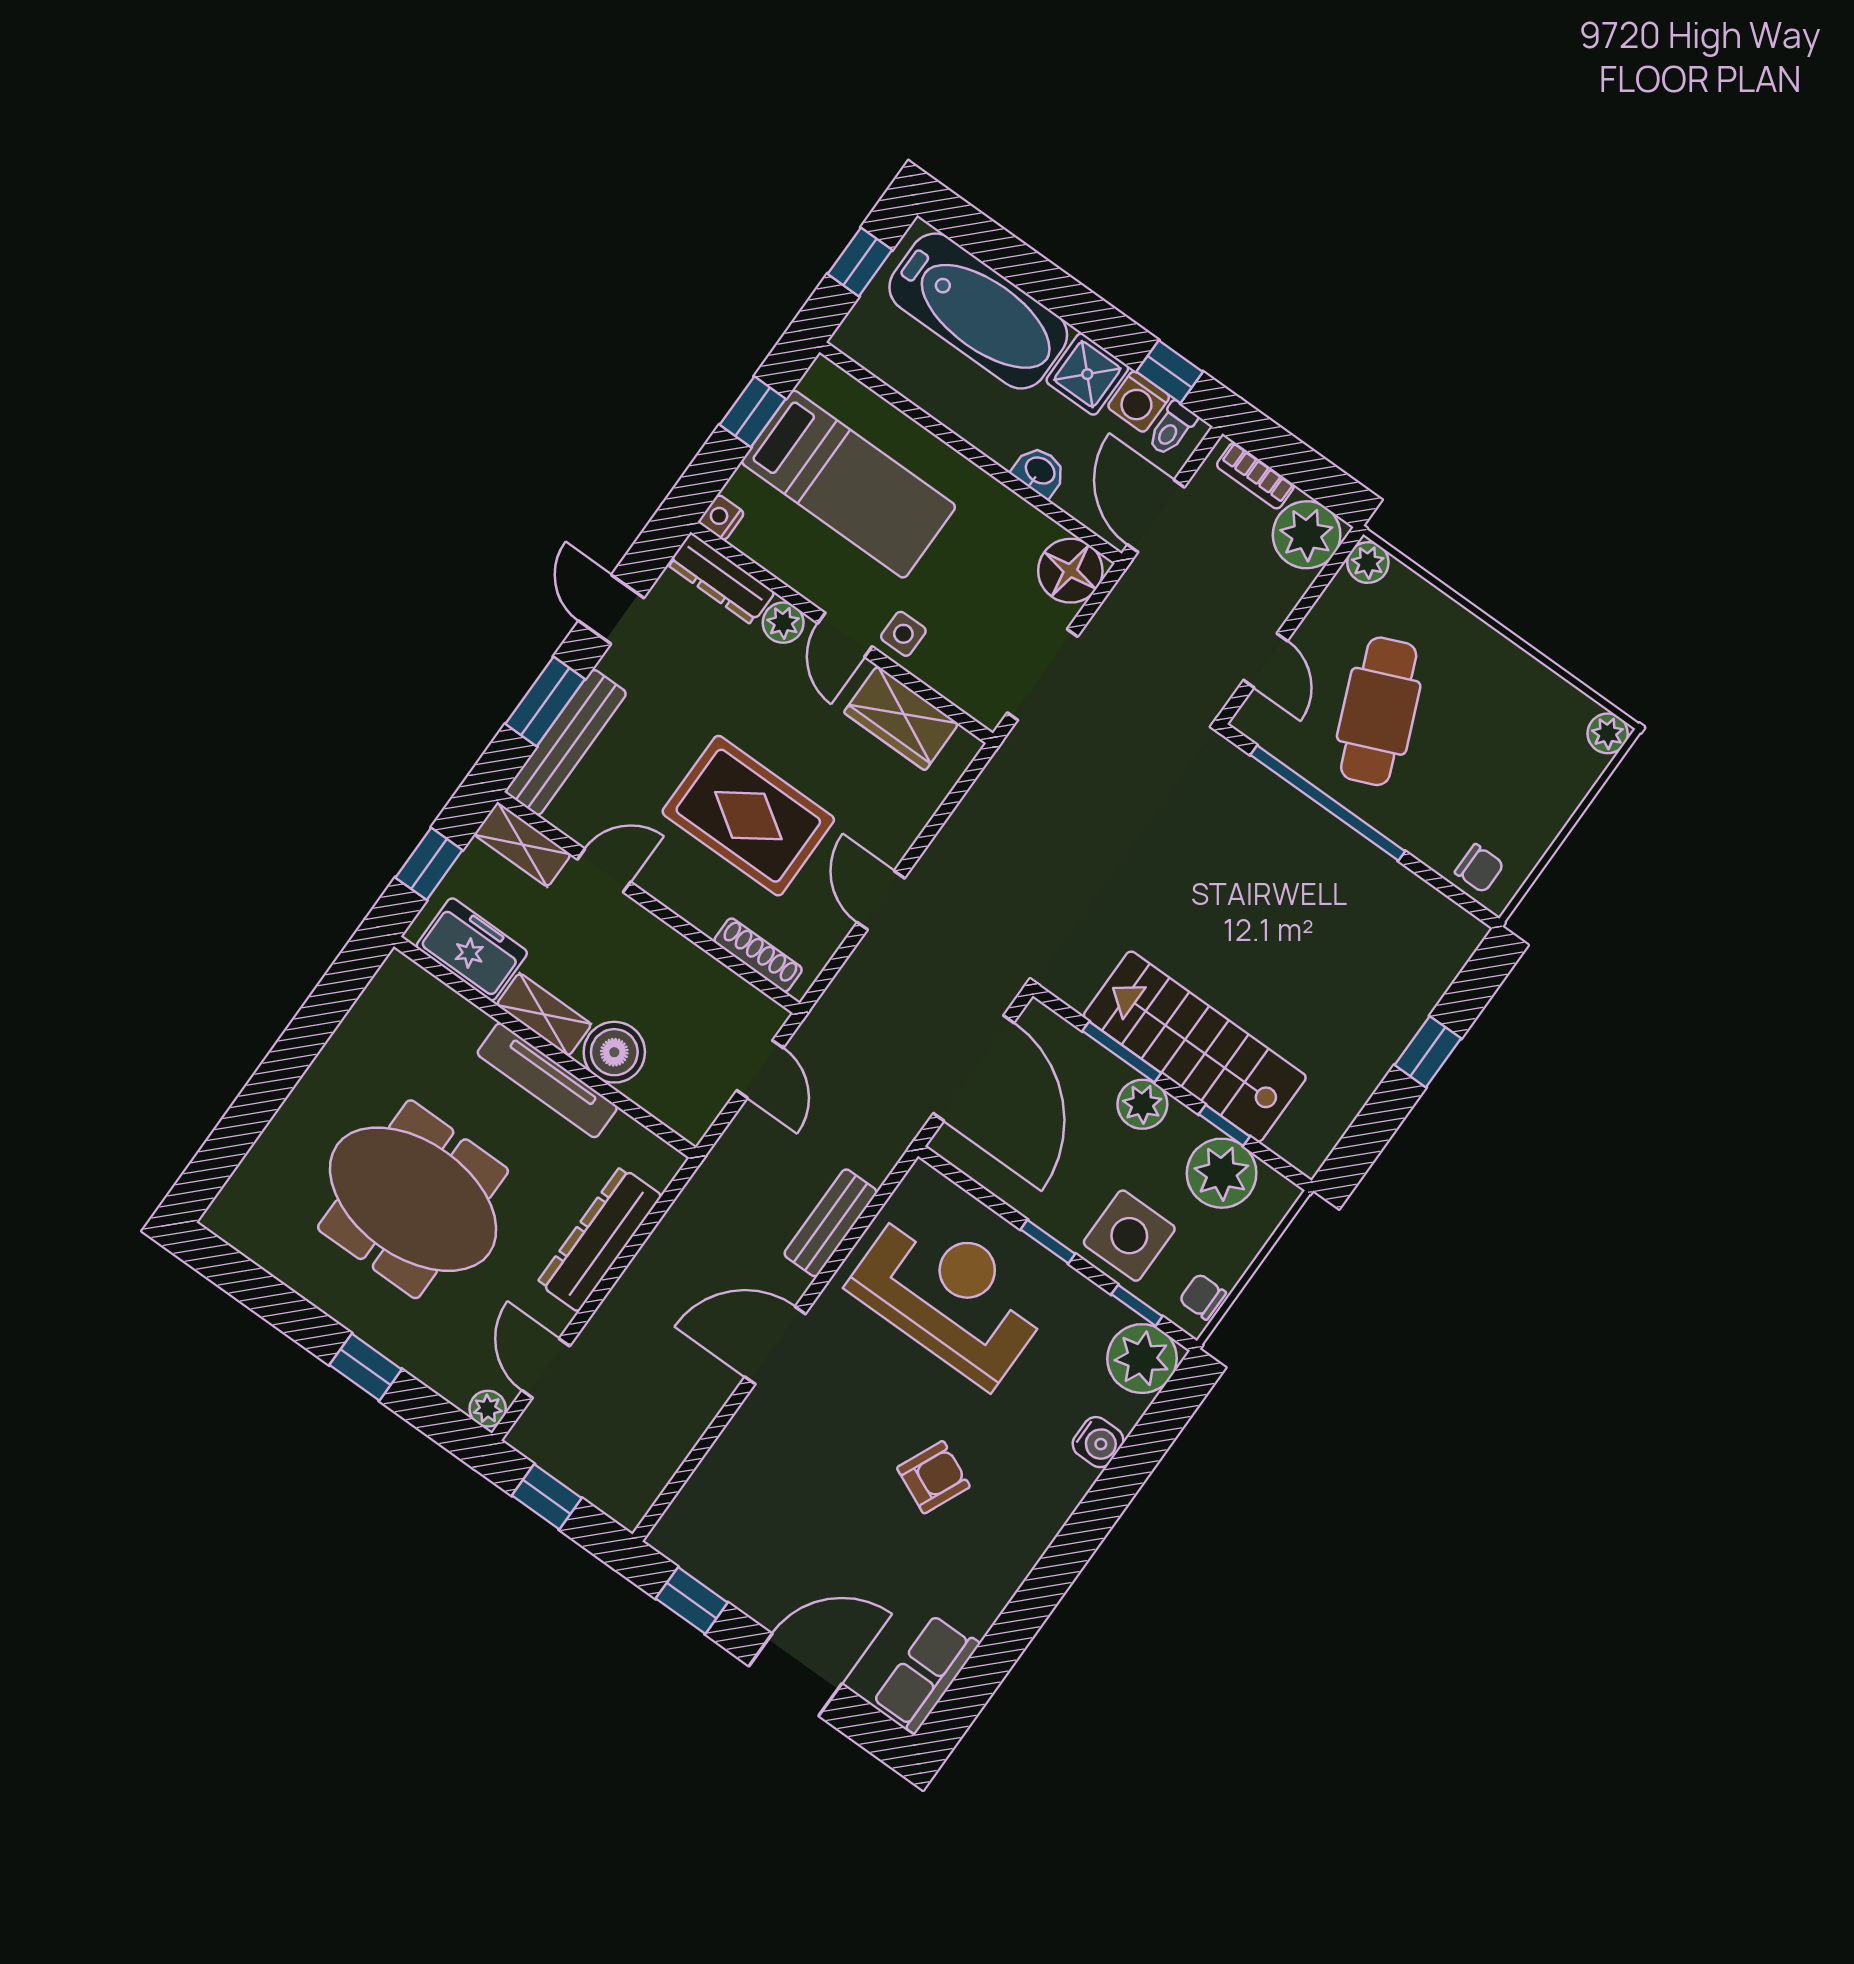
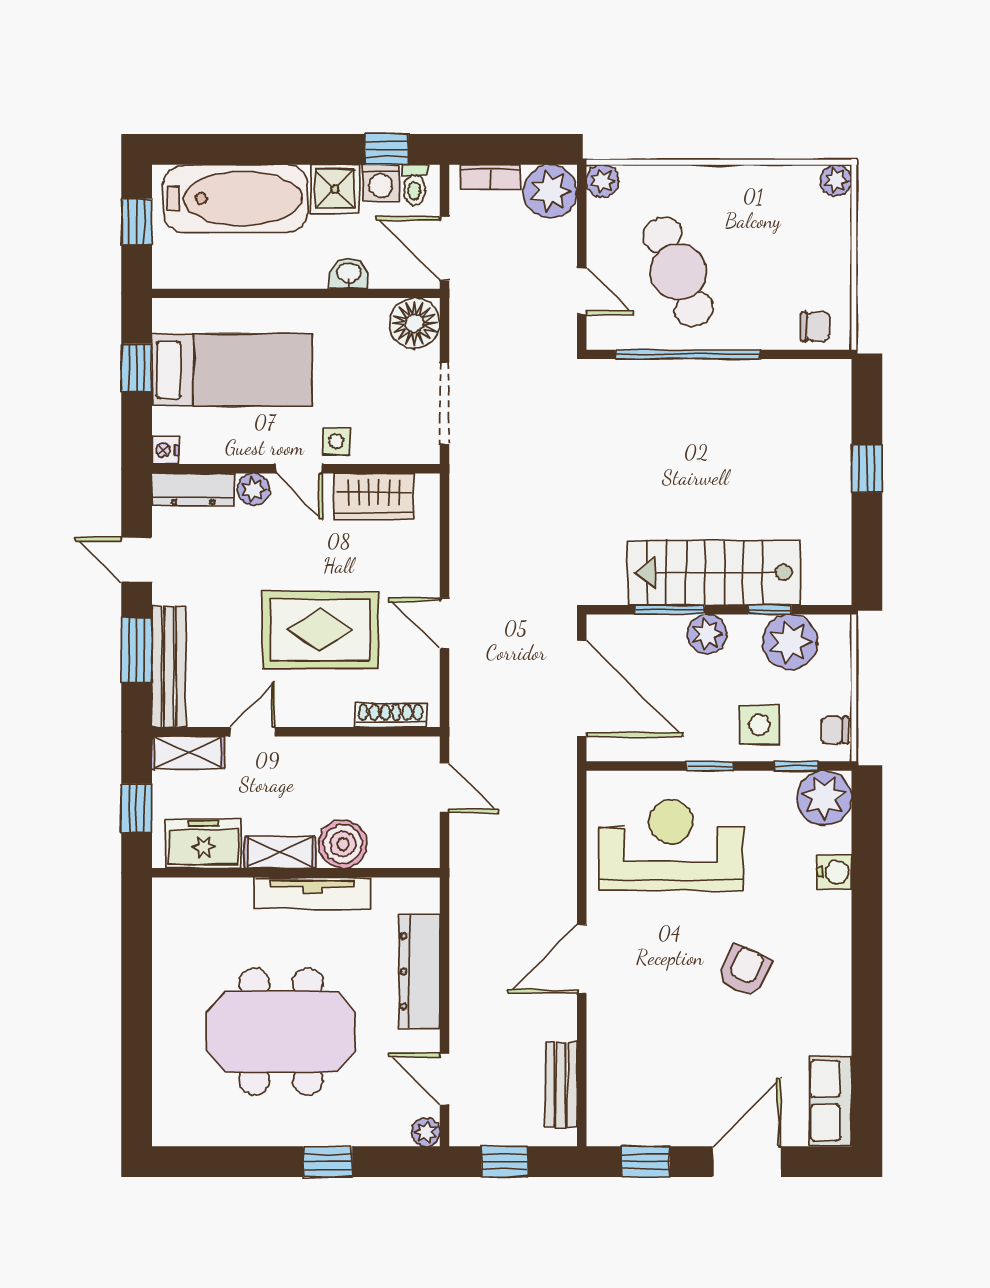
bench: (831, 1223) -> (561, 1085), moved
side table: (1129, 1236) -> (759, 725), width x0.73, depth x0.73

